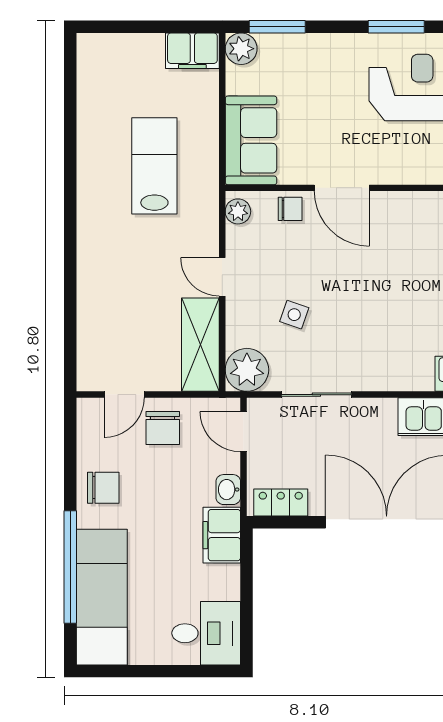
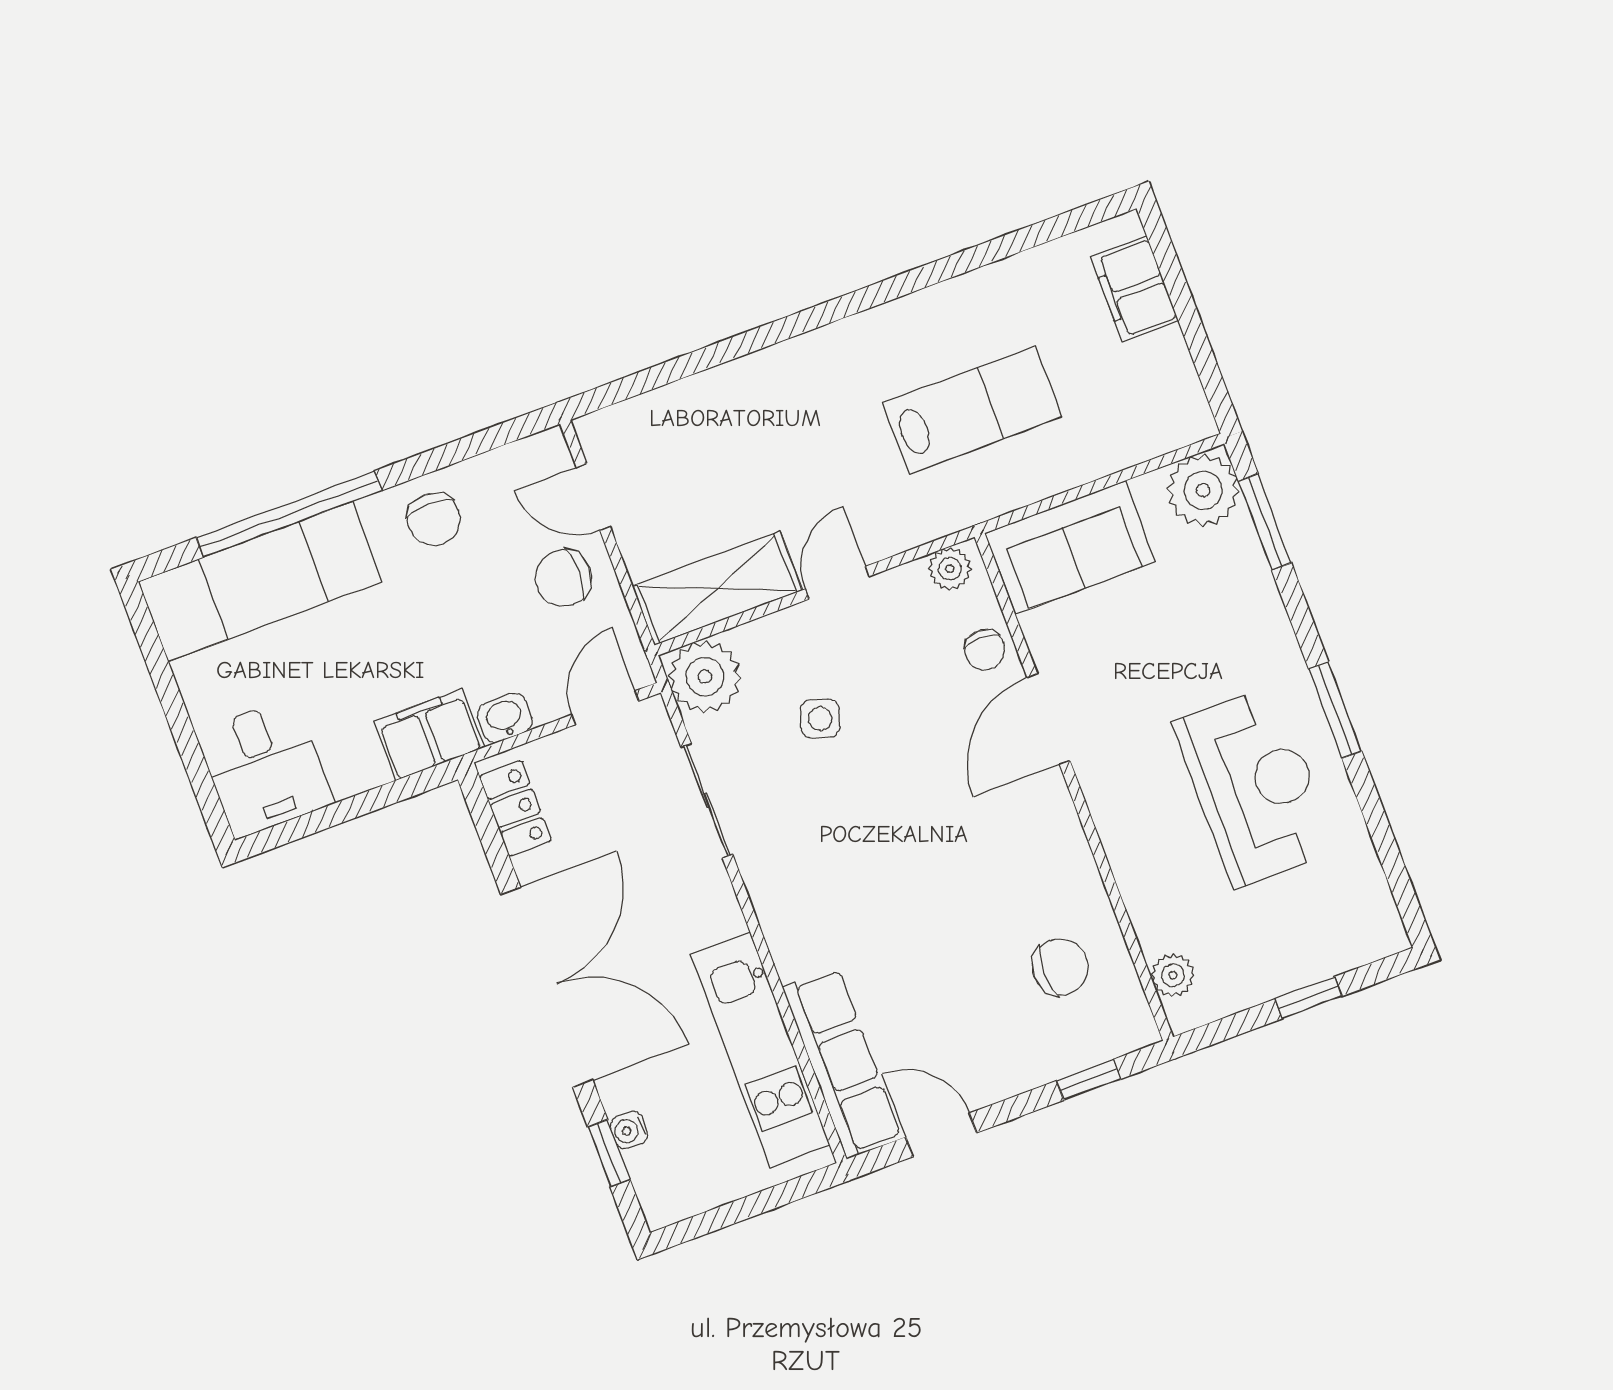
plant: (241, 49) -> (1203, 490), width x1.36, depth x1.36
filing cabinet: (192, 51) -> (1135, 289), moved

